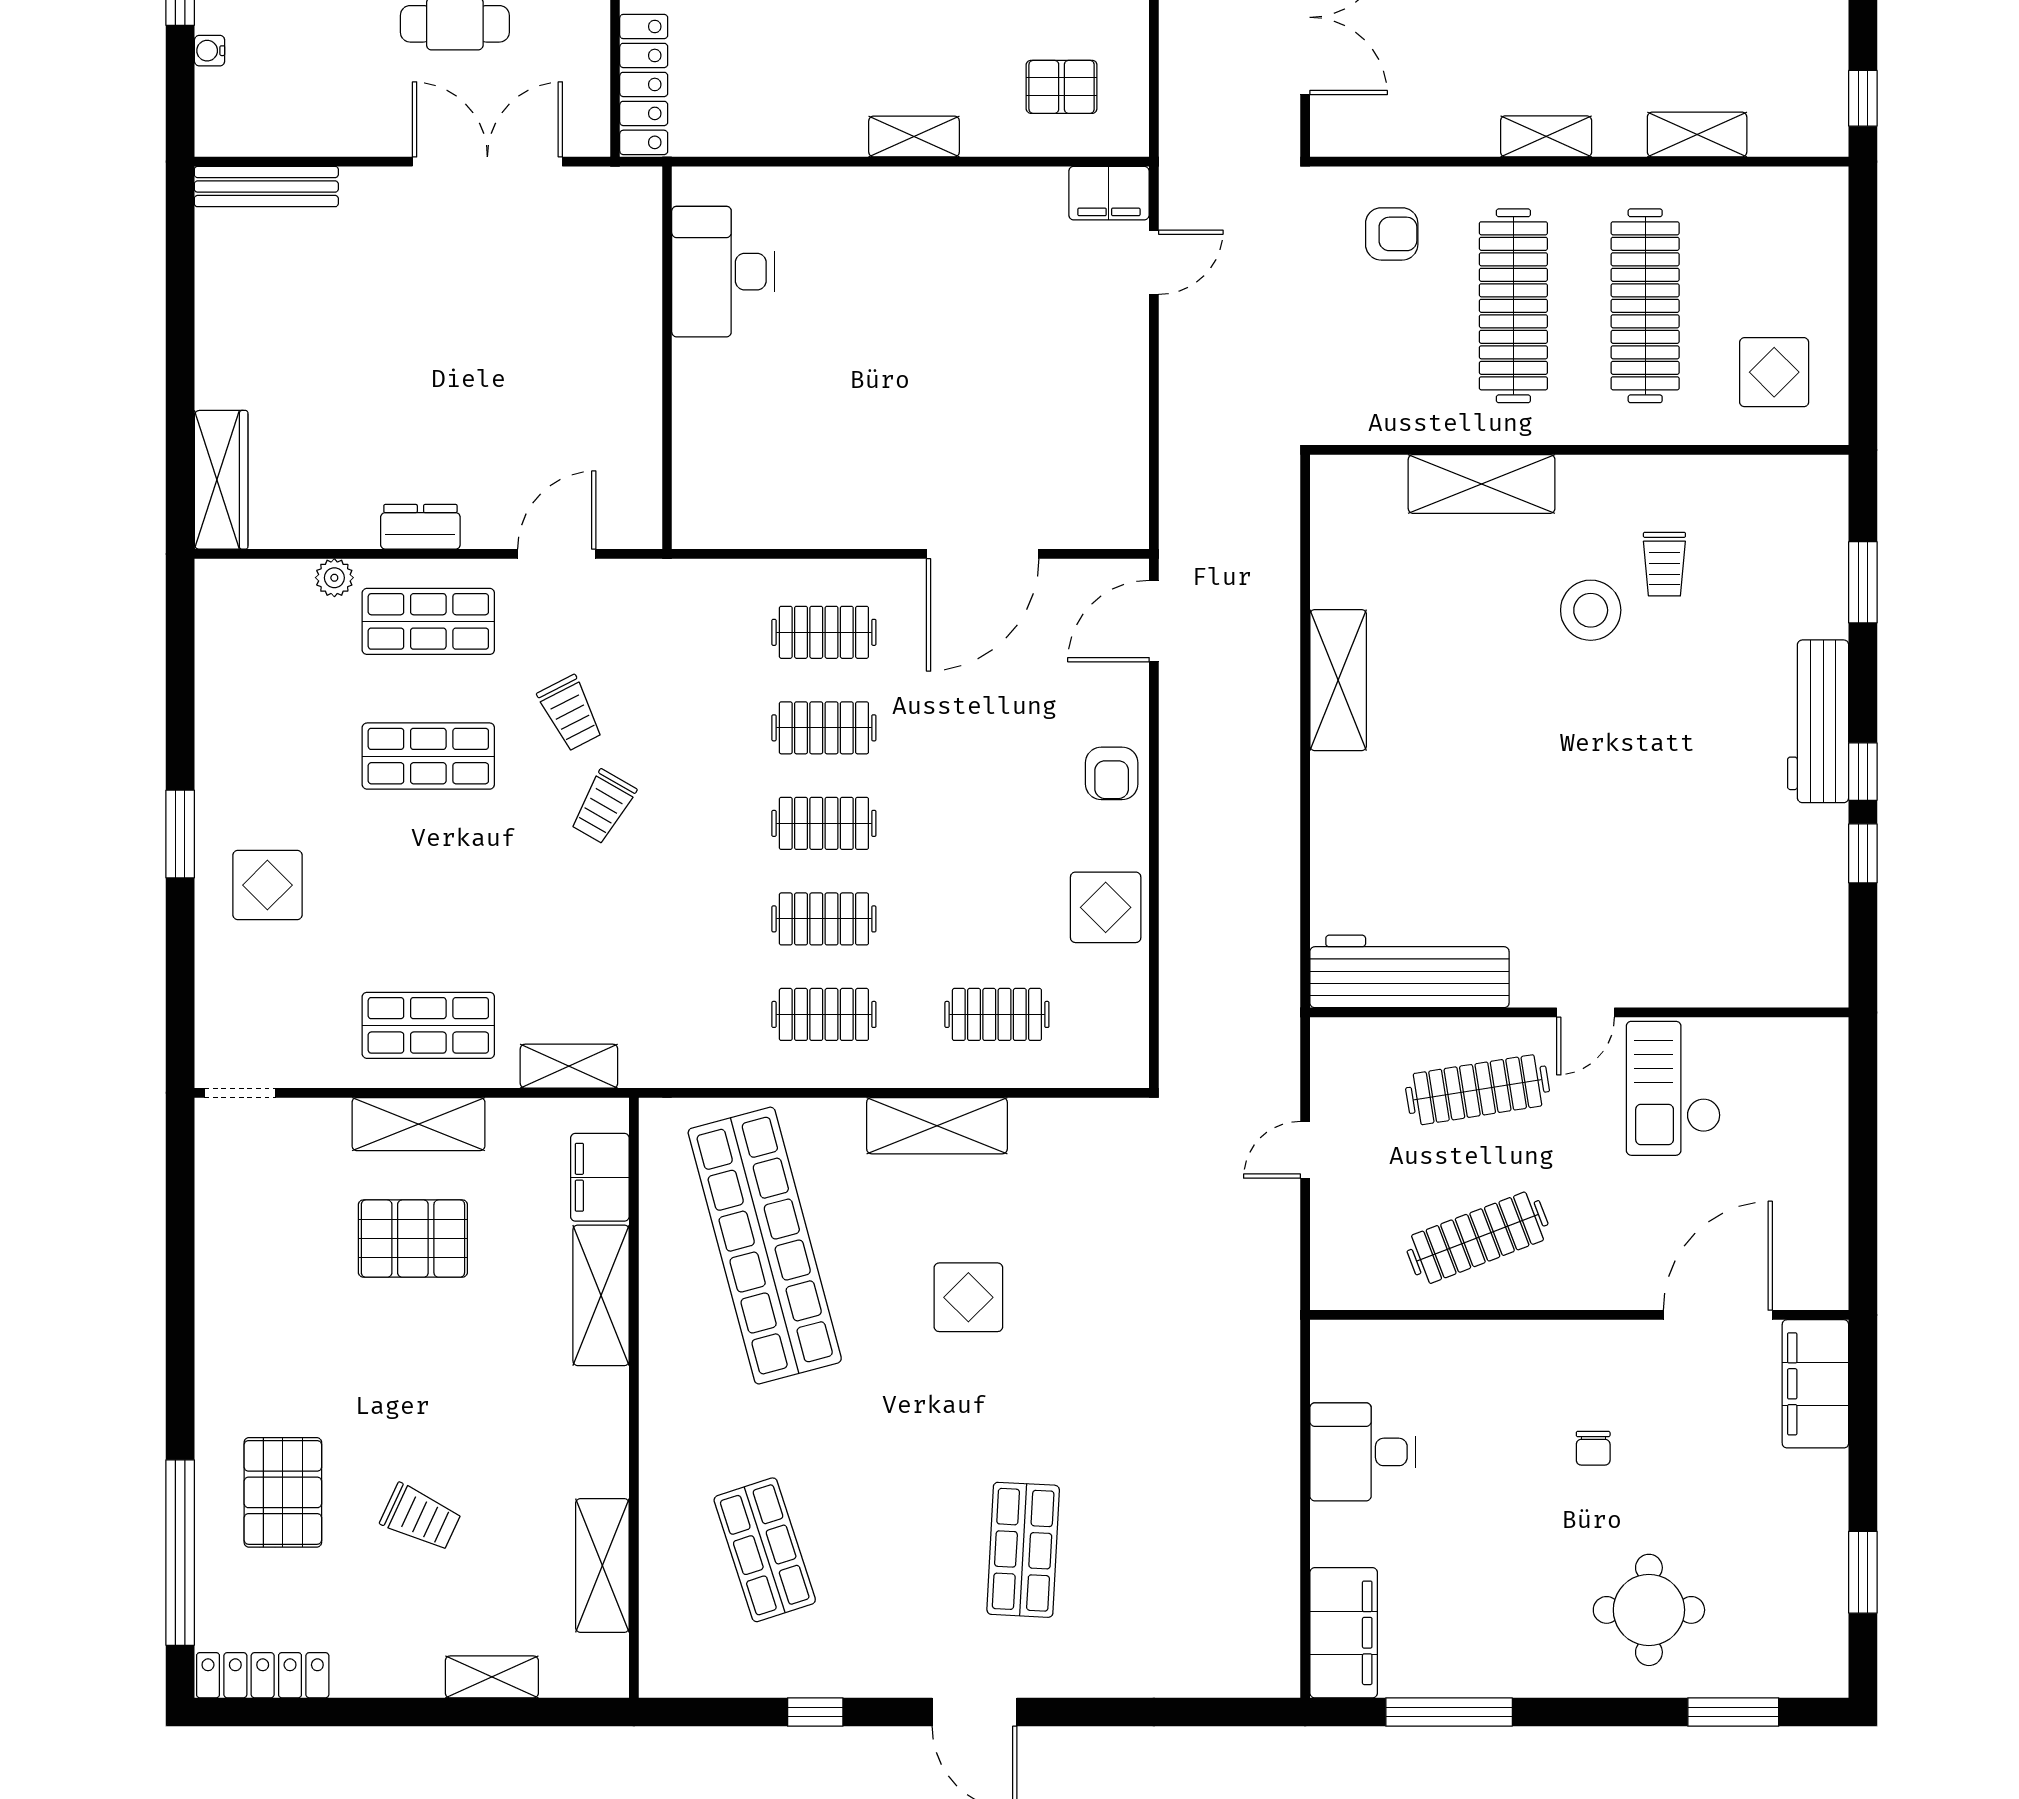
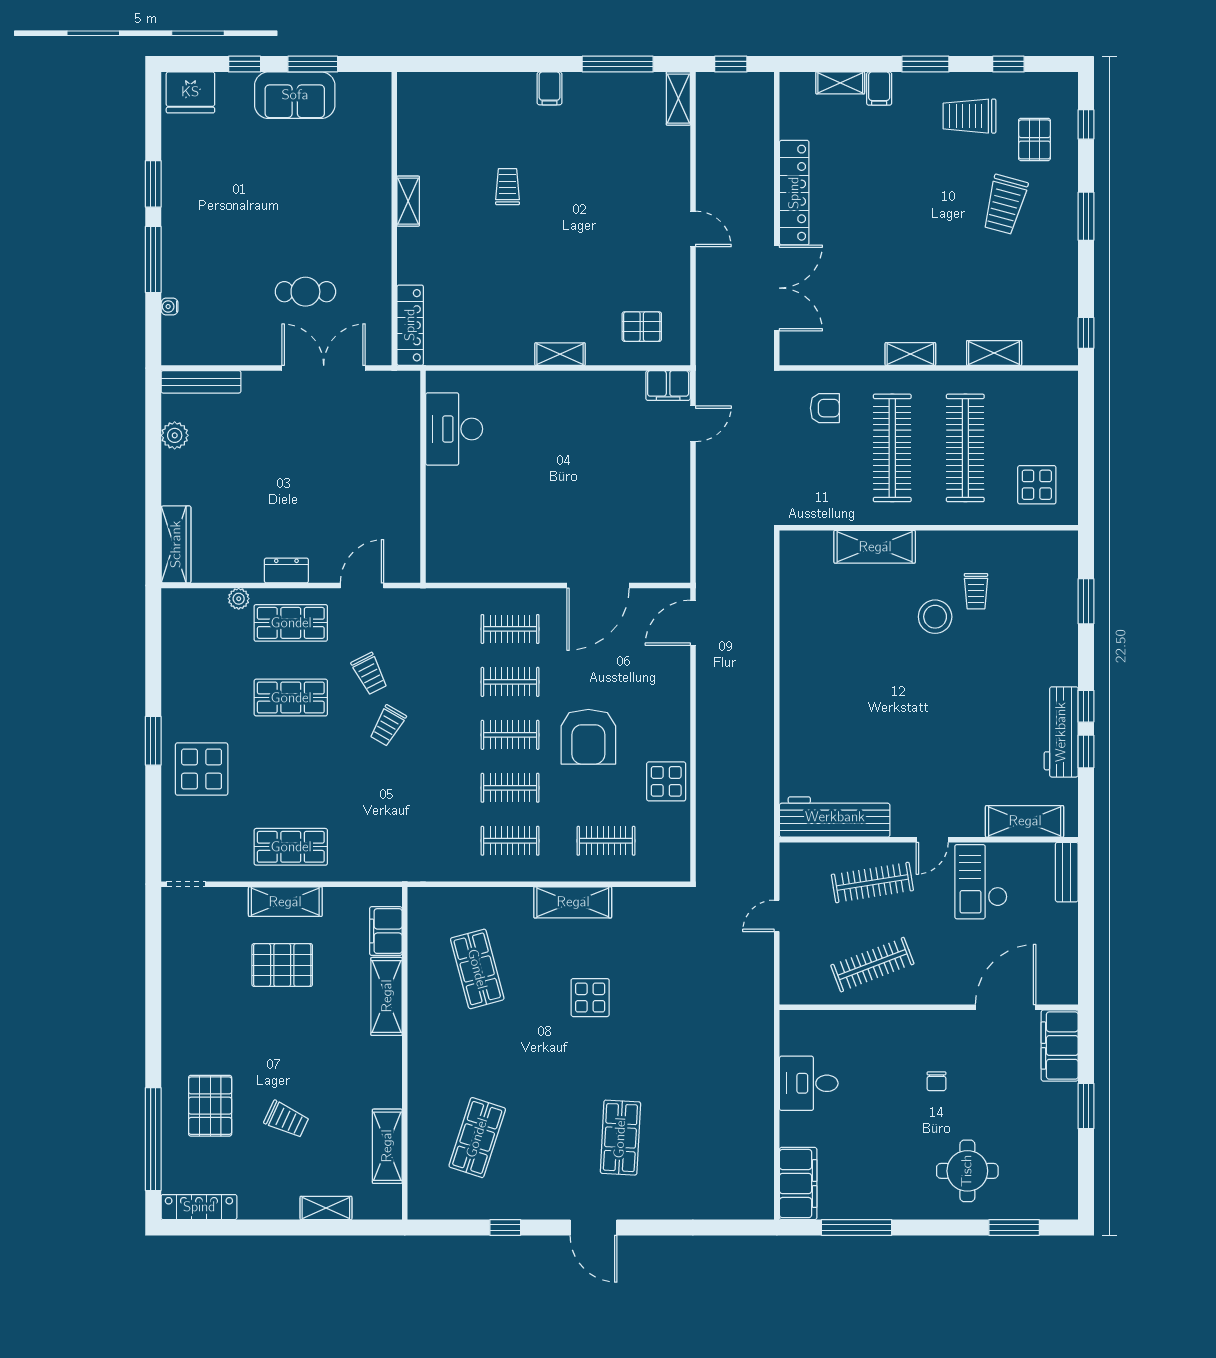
plant: (219, 283) -> (175, 435), added
shelving: (1338, 680) -> (1025, 821), moved, turned 90
workbench: (1818, 721) -> (1061, 732), moved
armchair: (1112, 773) -> (588, 737), moved, width x1.88, depth x1.88
display table: (267, 885) -> (202, 769), width x1.36, depth x1.36
shelving: (569, 1066) -> (369, 869), removed
bench: (1828, 1071) -> (1067, 872), added
shop shelf: (765, 1246) -> (477, 969), width x0.50, depth x0.74
shop shelf: (765, 1550) -> (477, 1138), turned 36
window: (1863, 1572) -> (1086, 1106), moved

